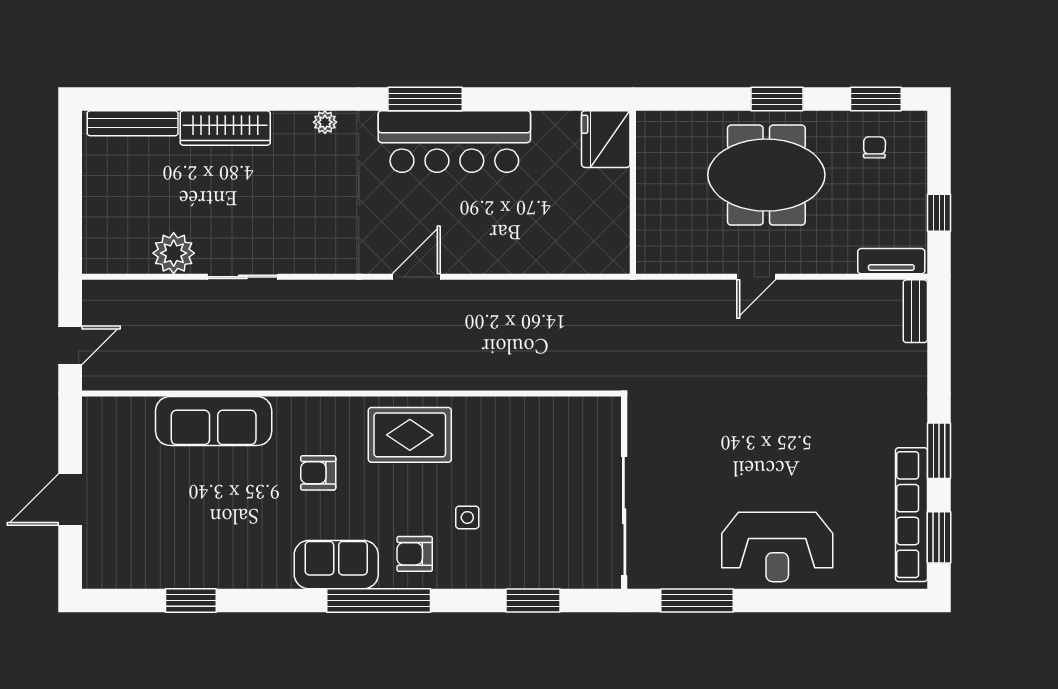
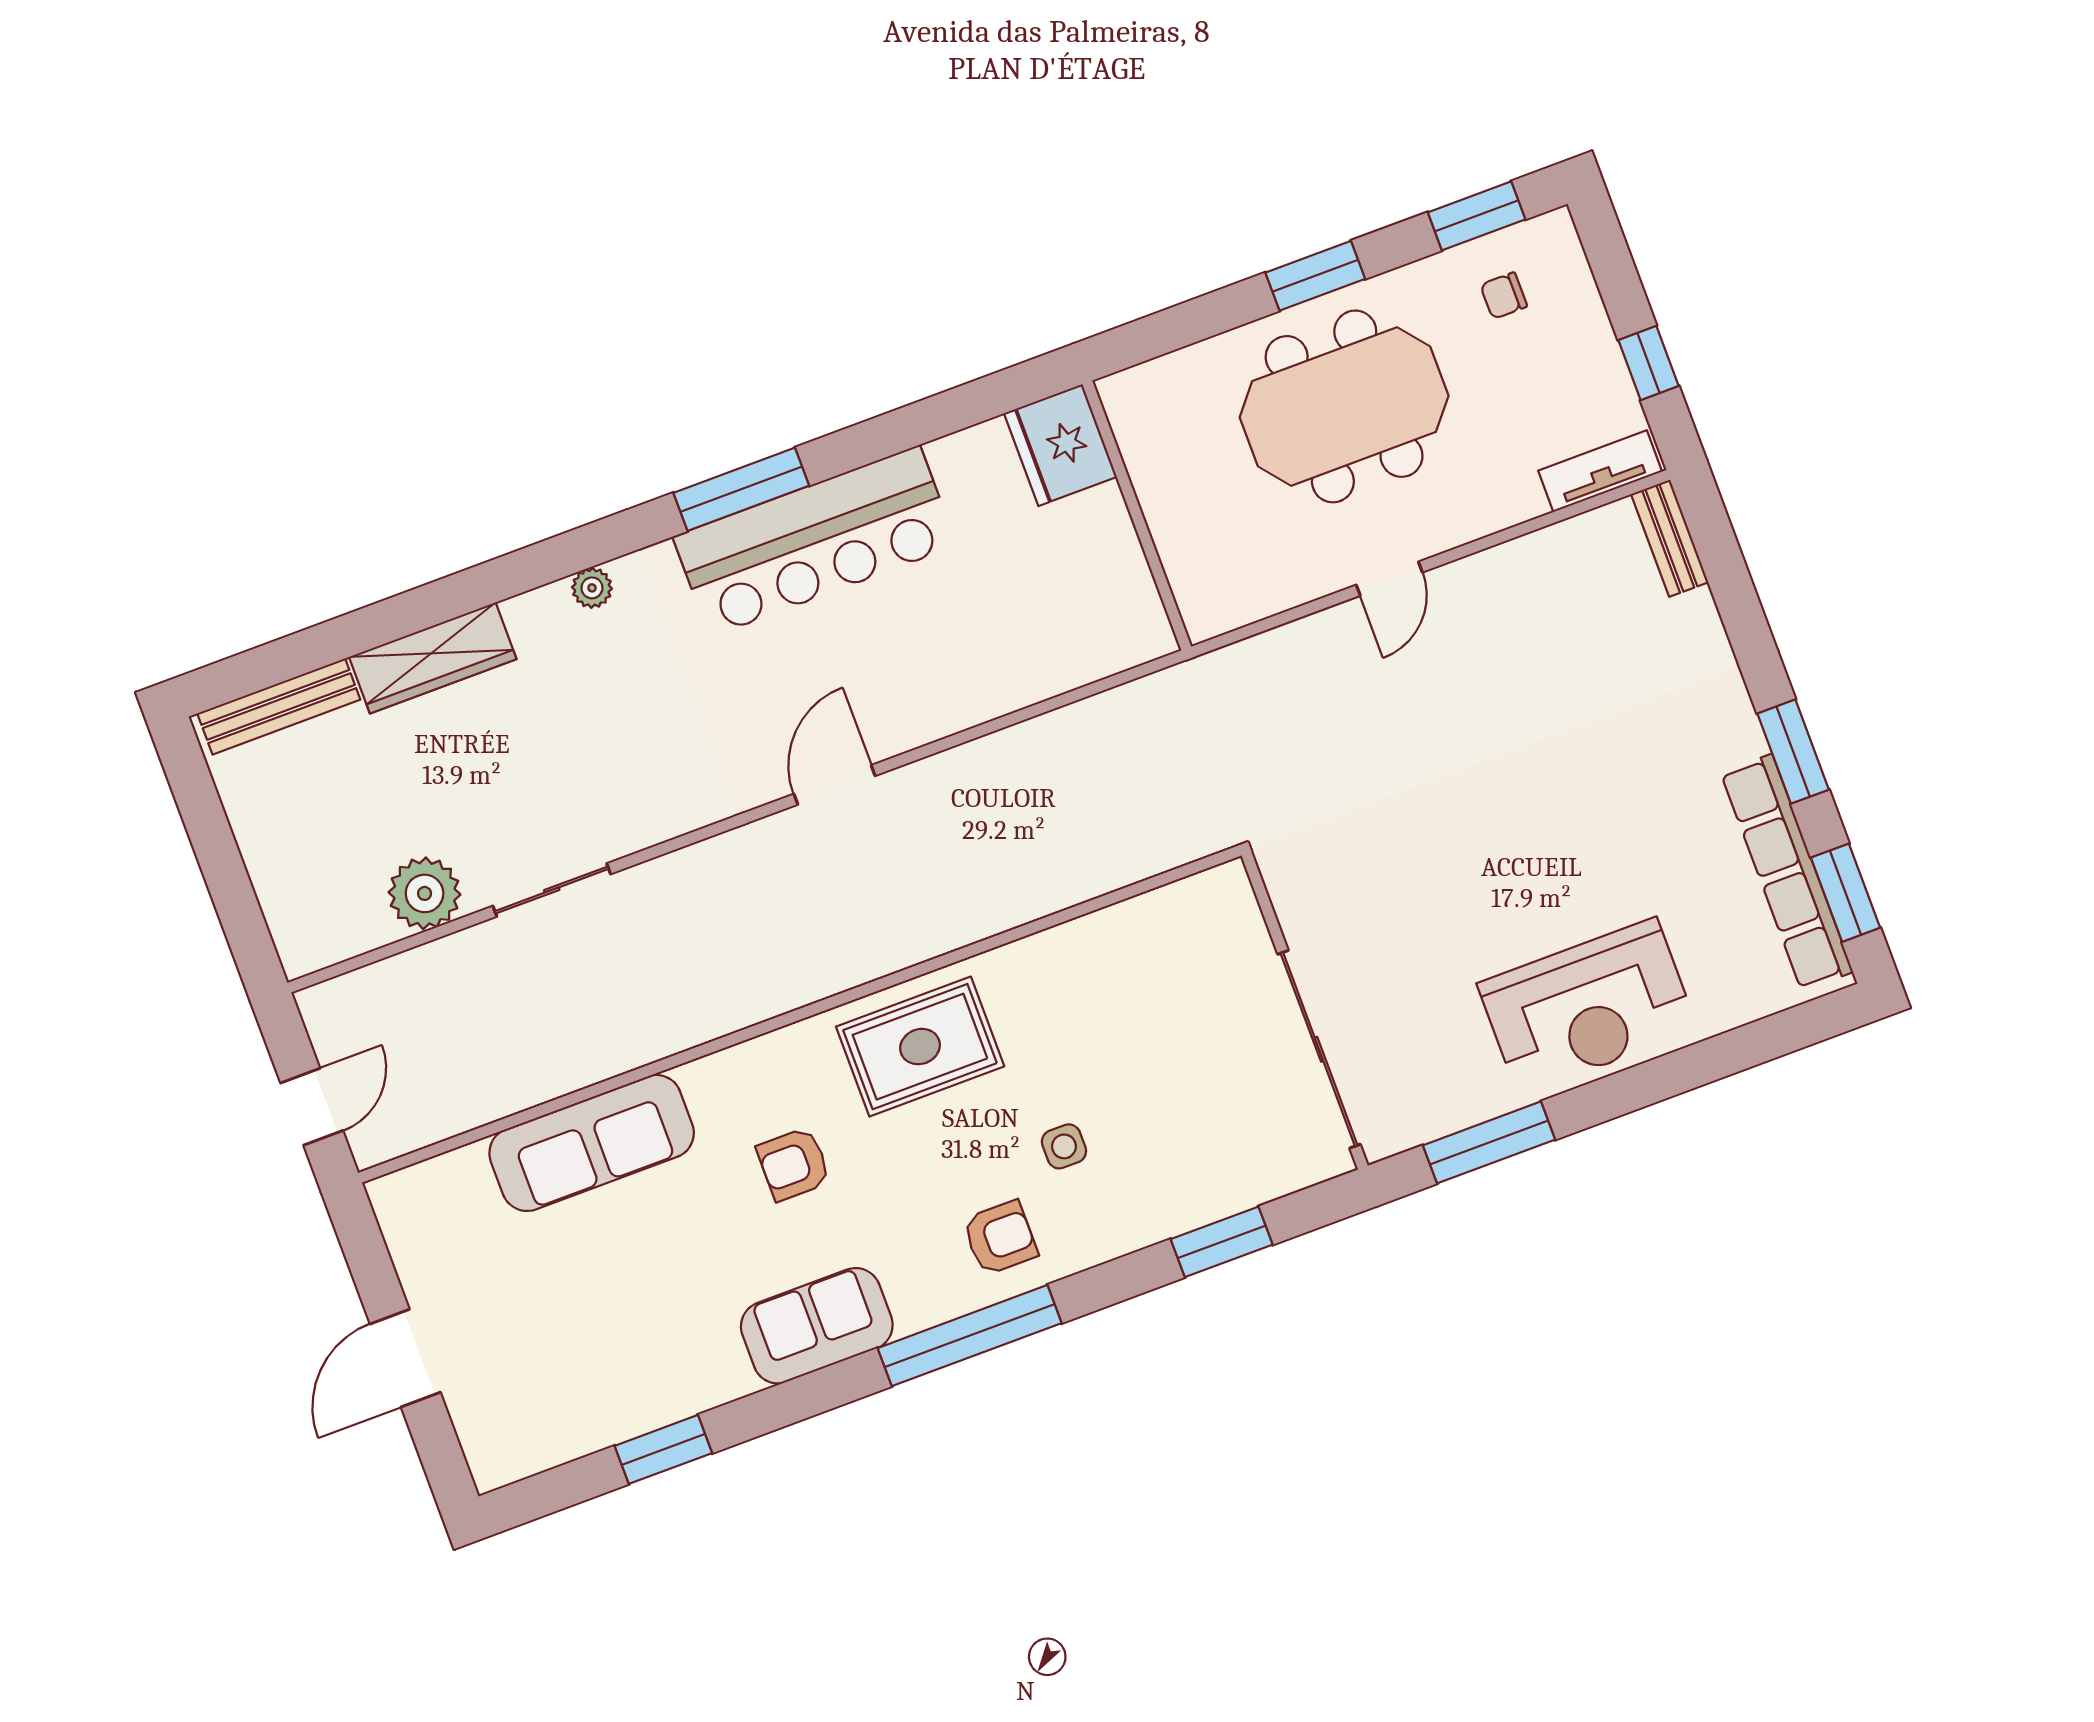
chair: (874, 147) -> (1504, 296), turned -91
armchair: (415, 554) -> (1000, 1238), turned 180
sofa: (336, 565) -> (817, 1326), moved

